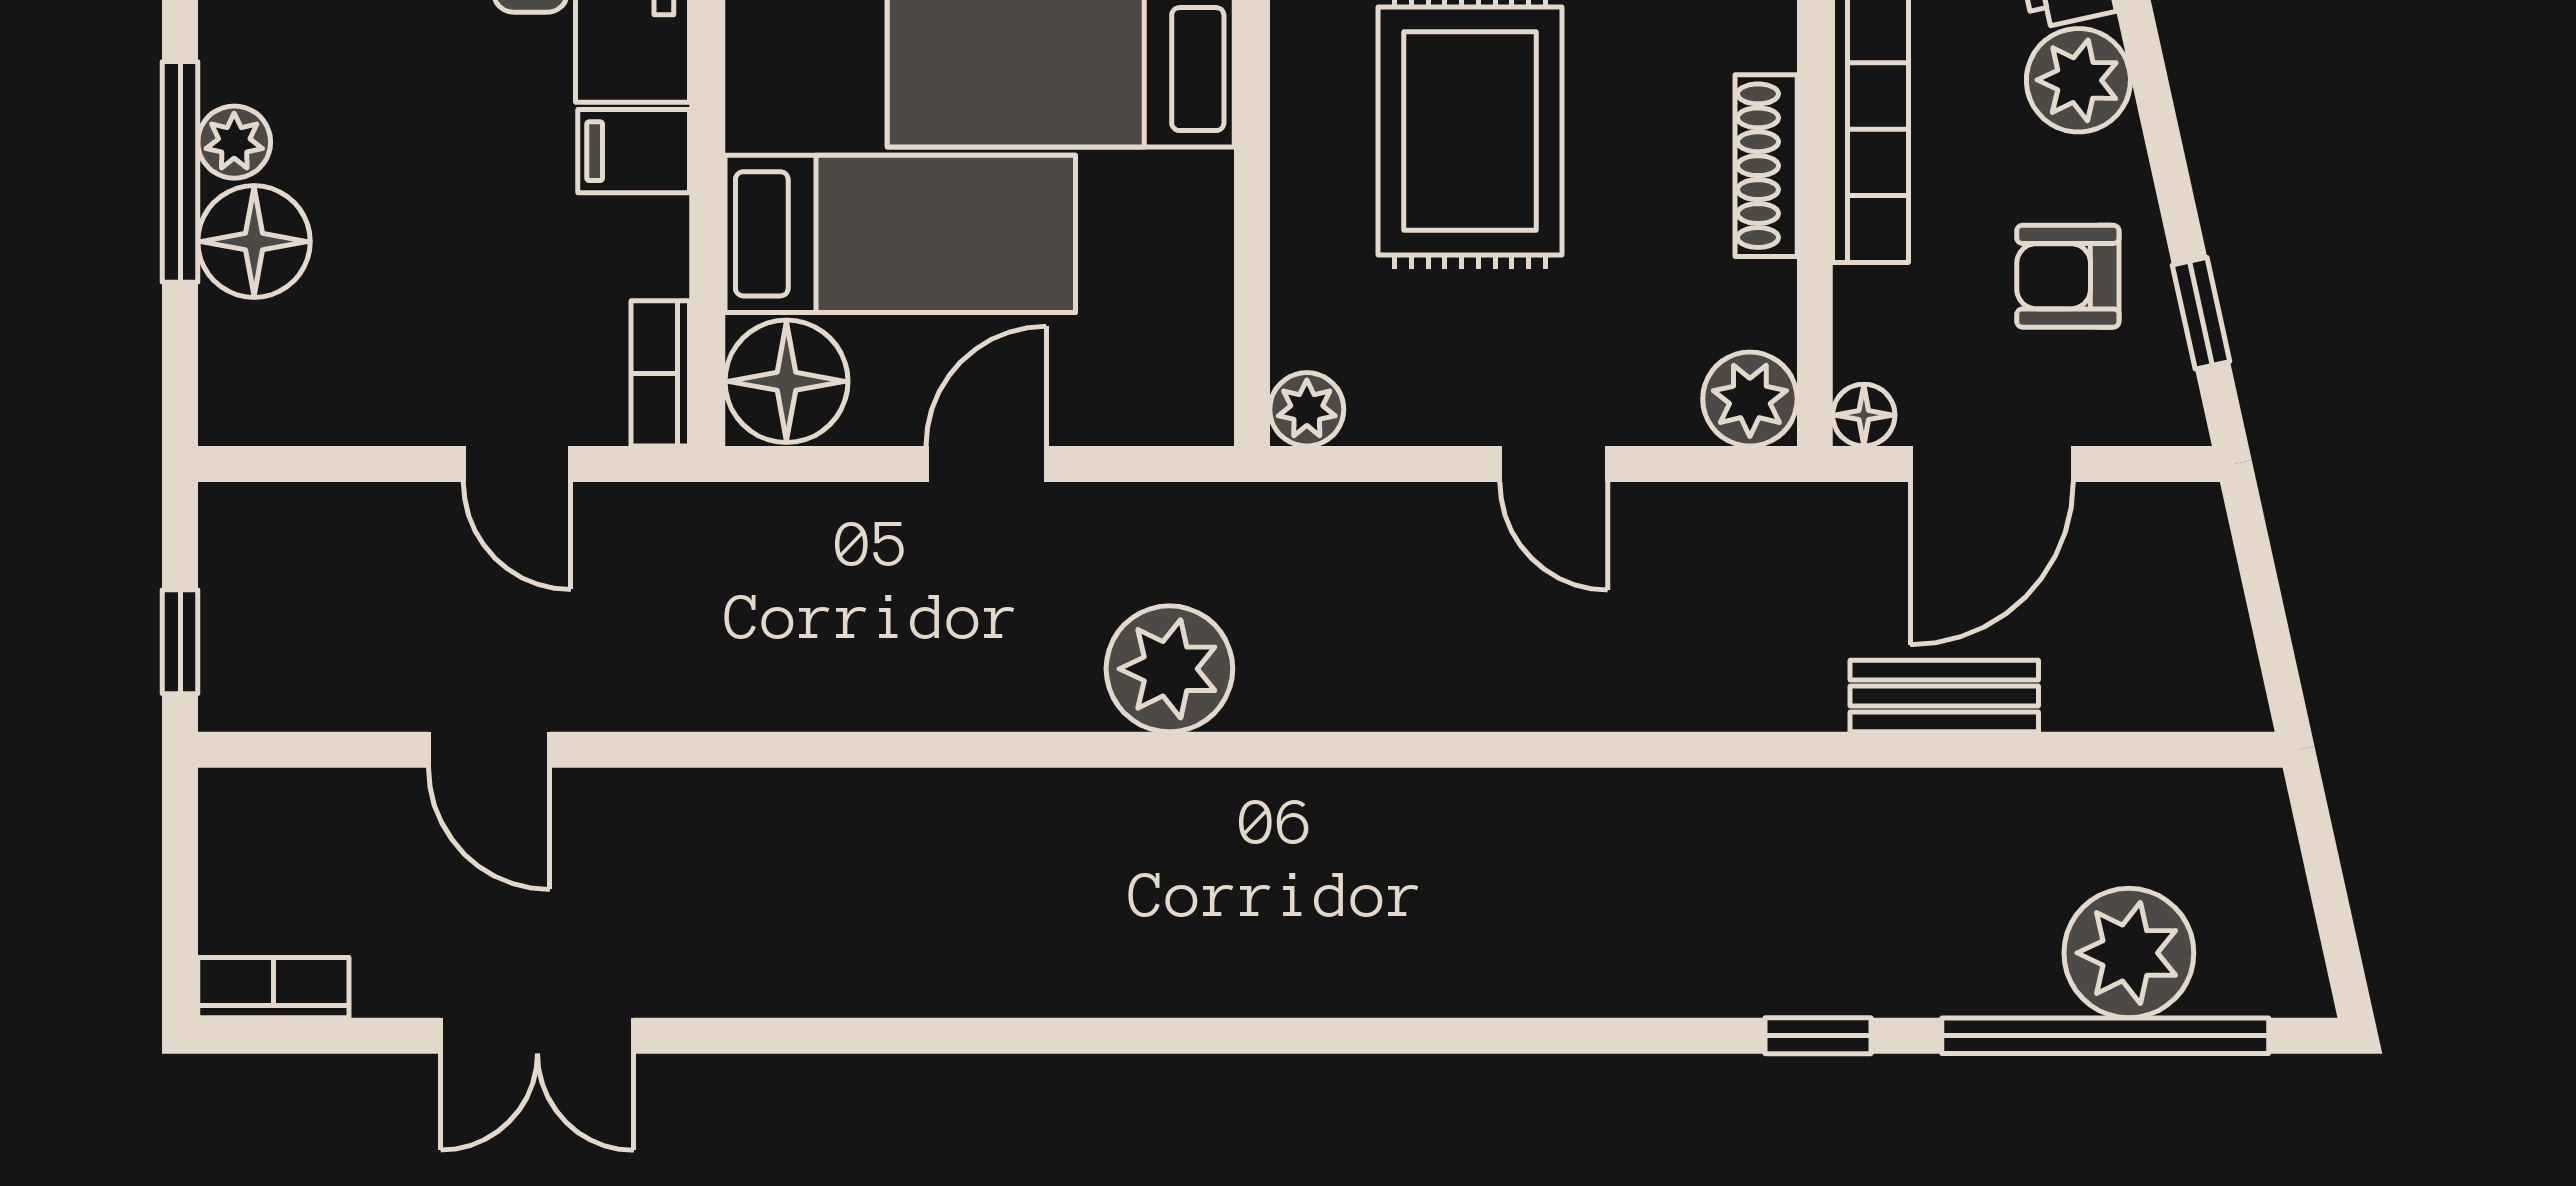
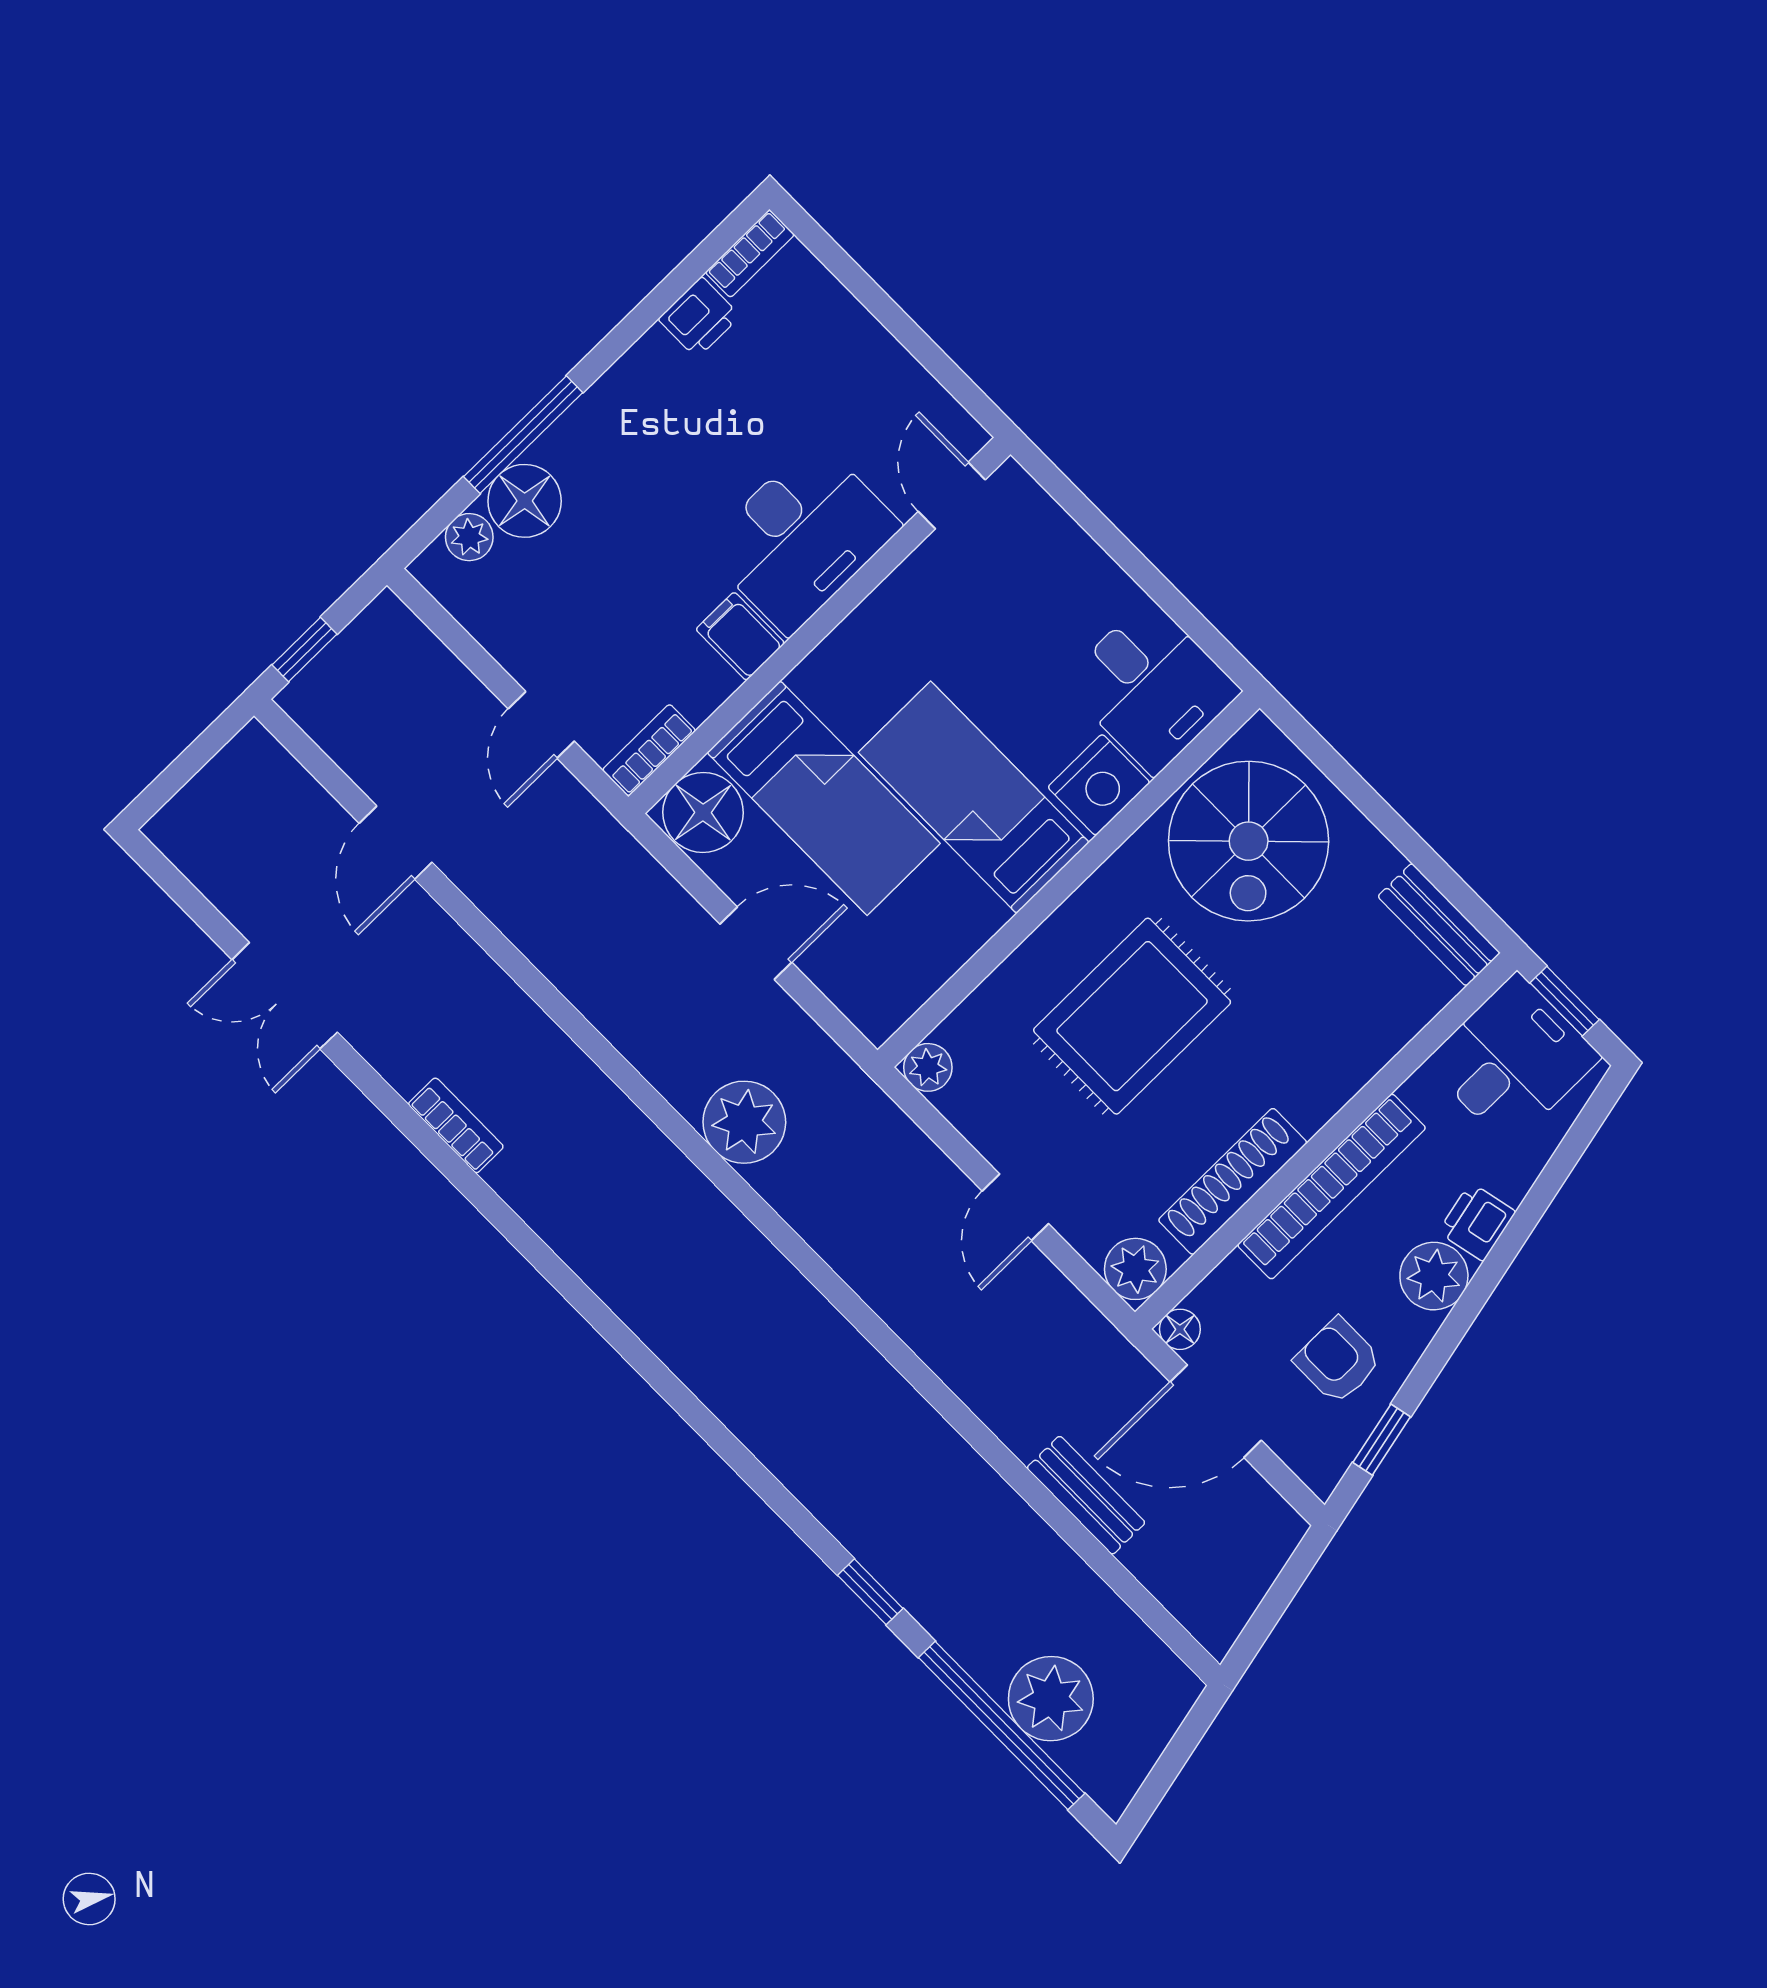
plant: (234, 142) -> (469, 537), moved
shoe rack: (1766, 166) -> (1233, 1181), width x1.36, depth x1.24
bookcase: (273, 988) -> (456, 1125), moved

